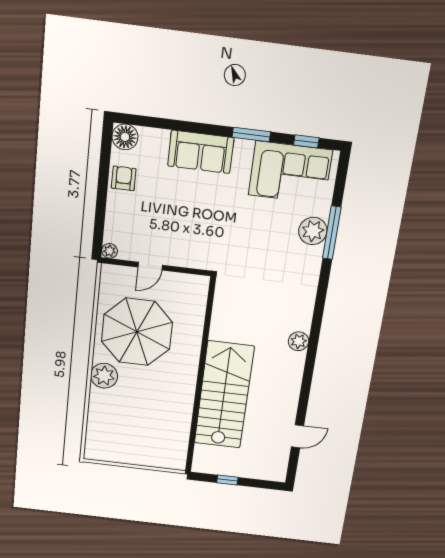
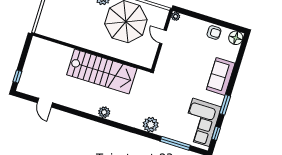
plant: (313, 231) -> (151, 125), moved
window: (332, 233) -> (175, 143), moved
stairs: (224, 395) -> (102, 71), moved
window: (227, 480) -> (17, 77), moved

